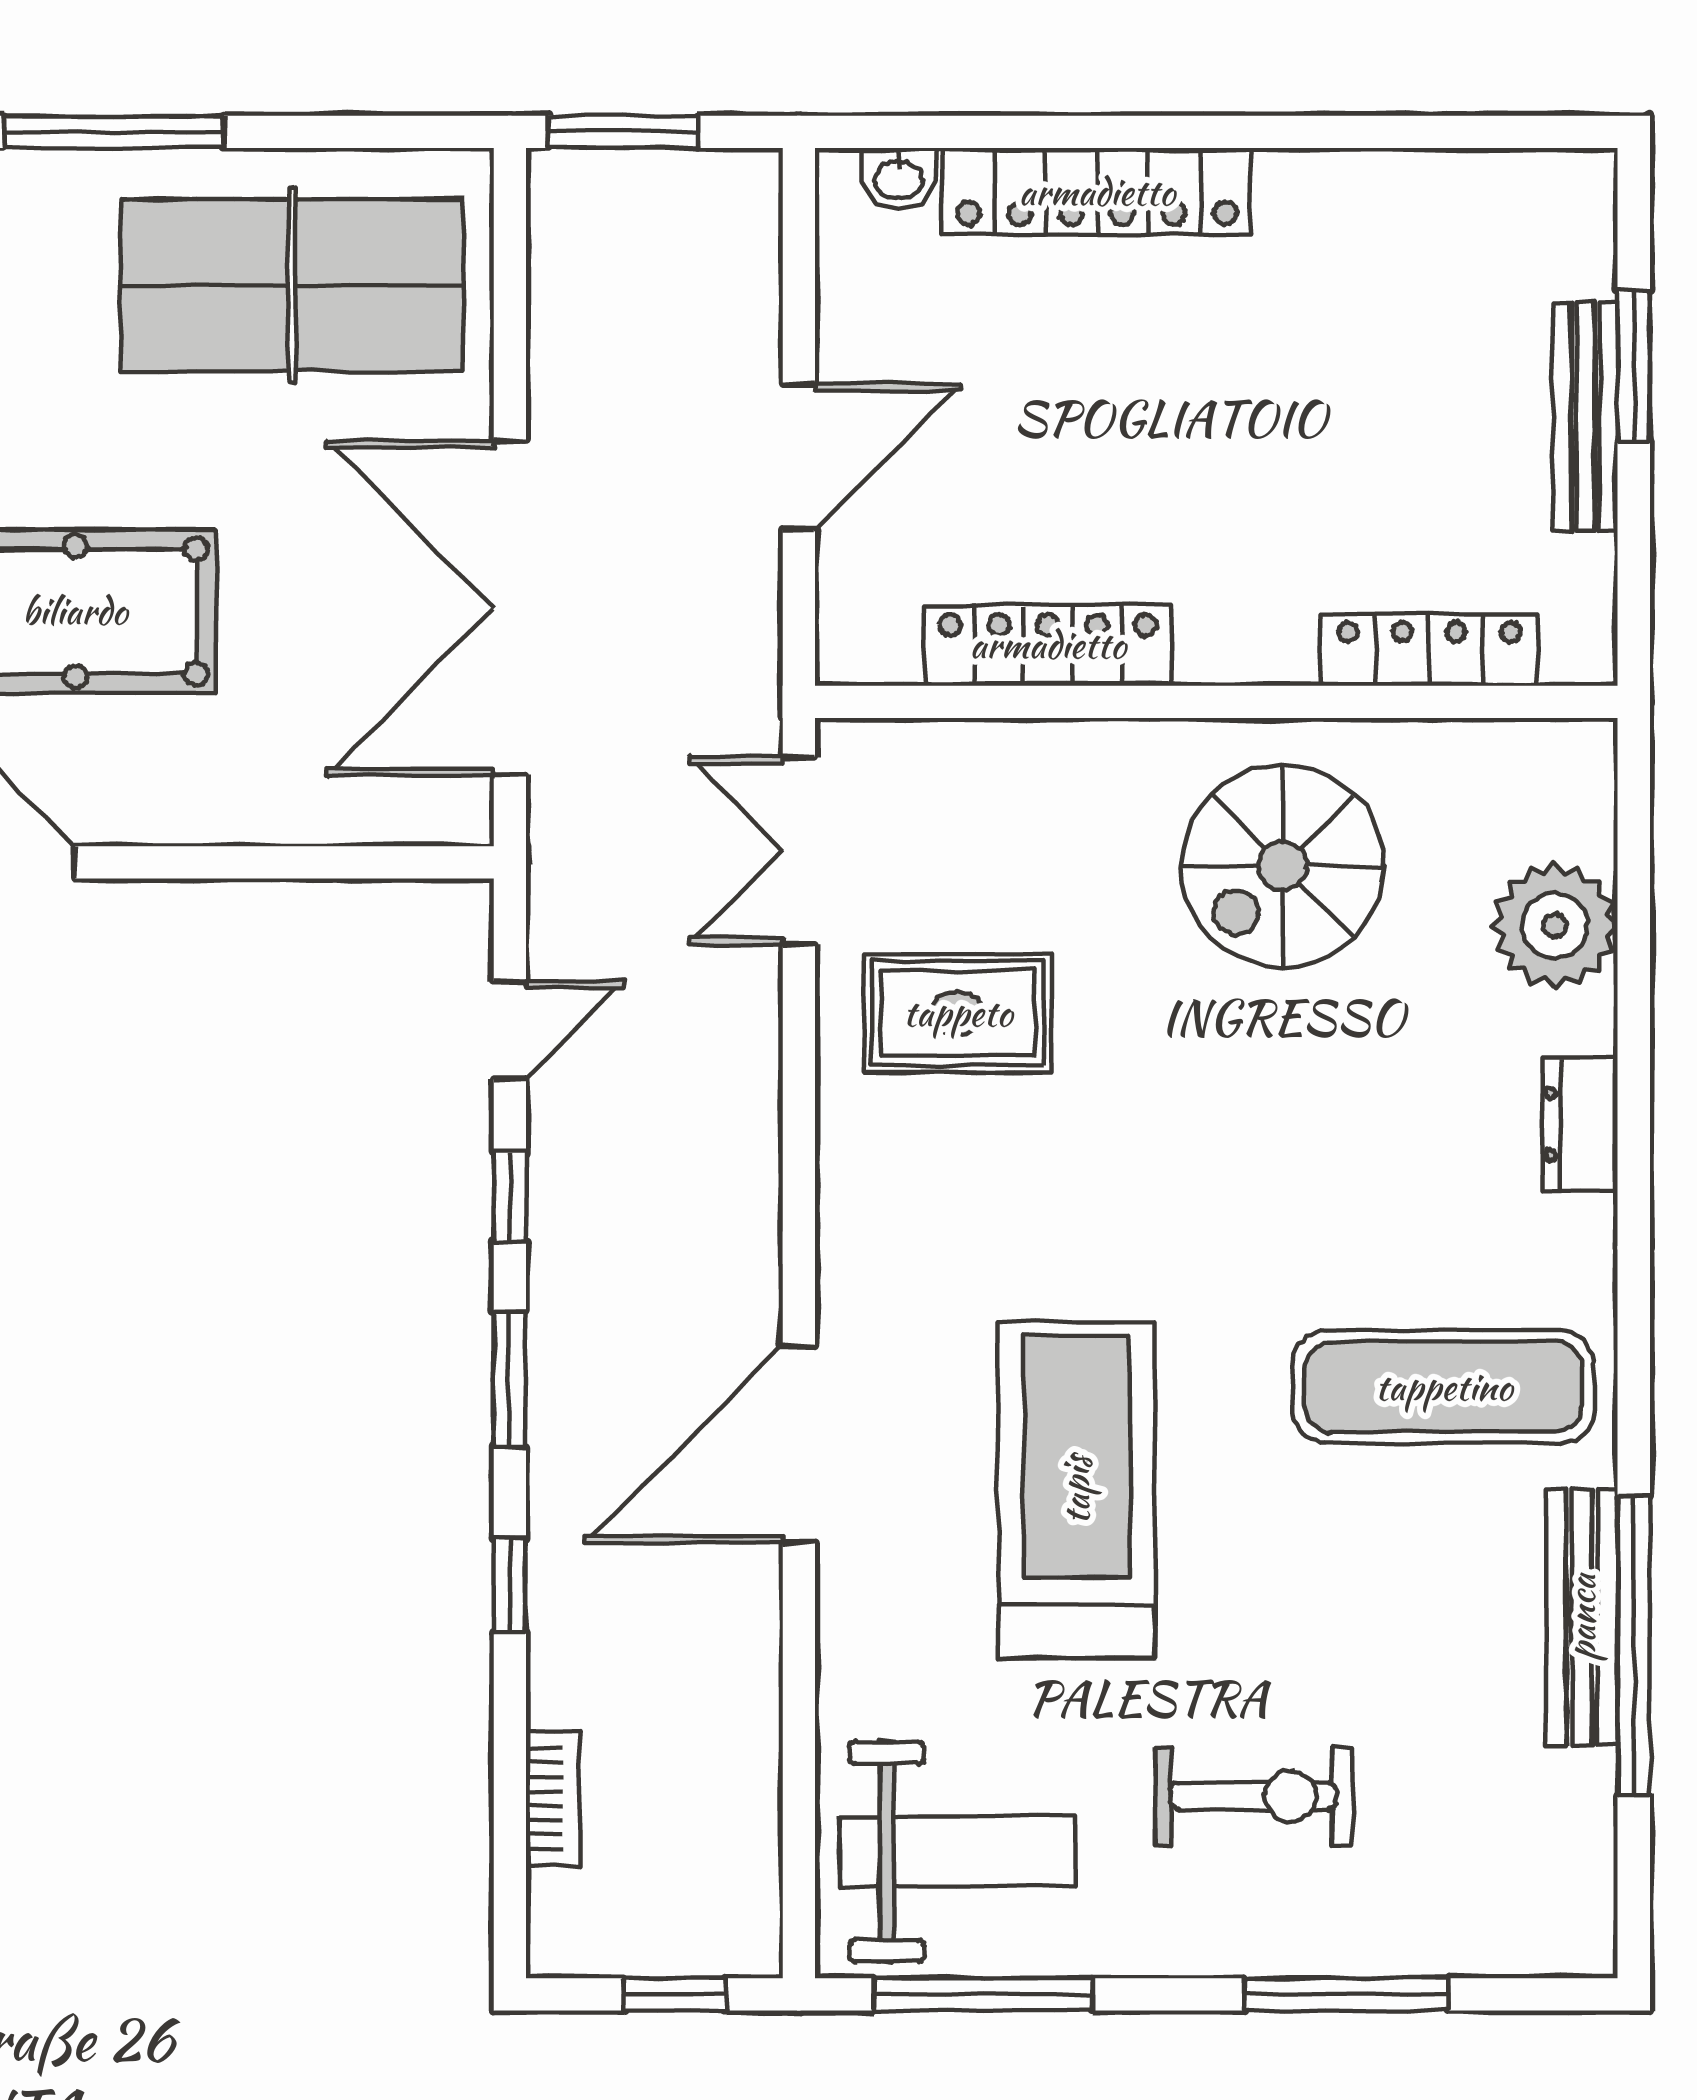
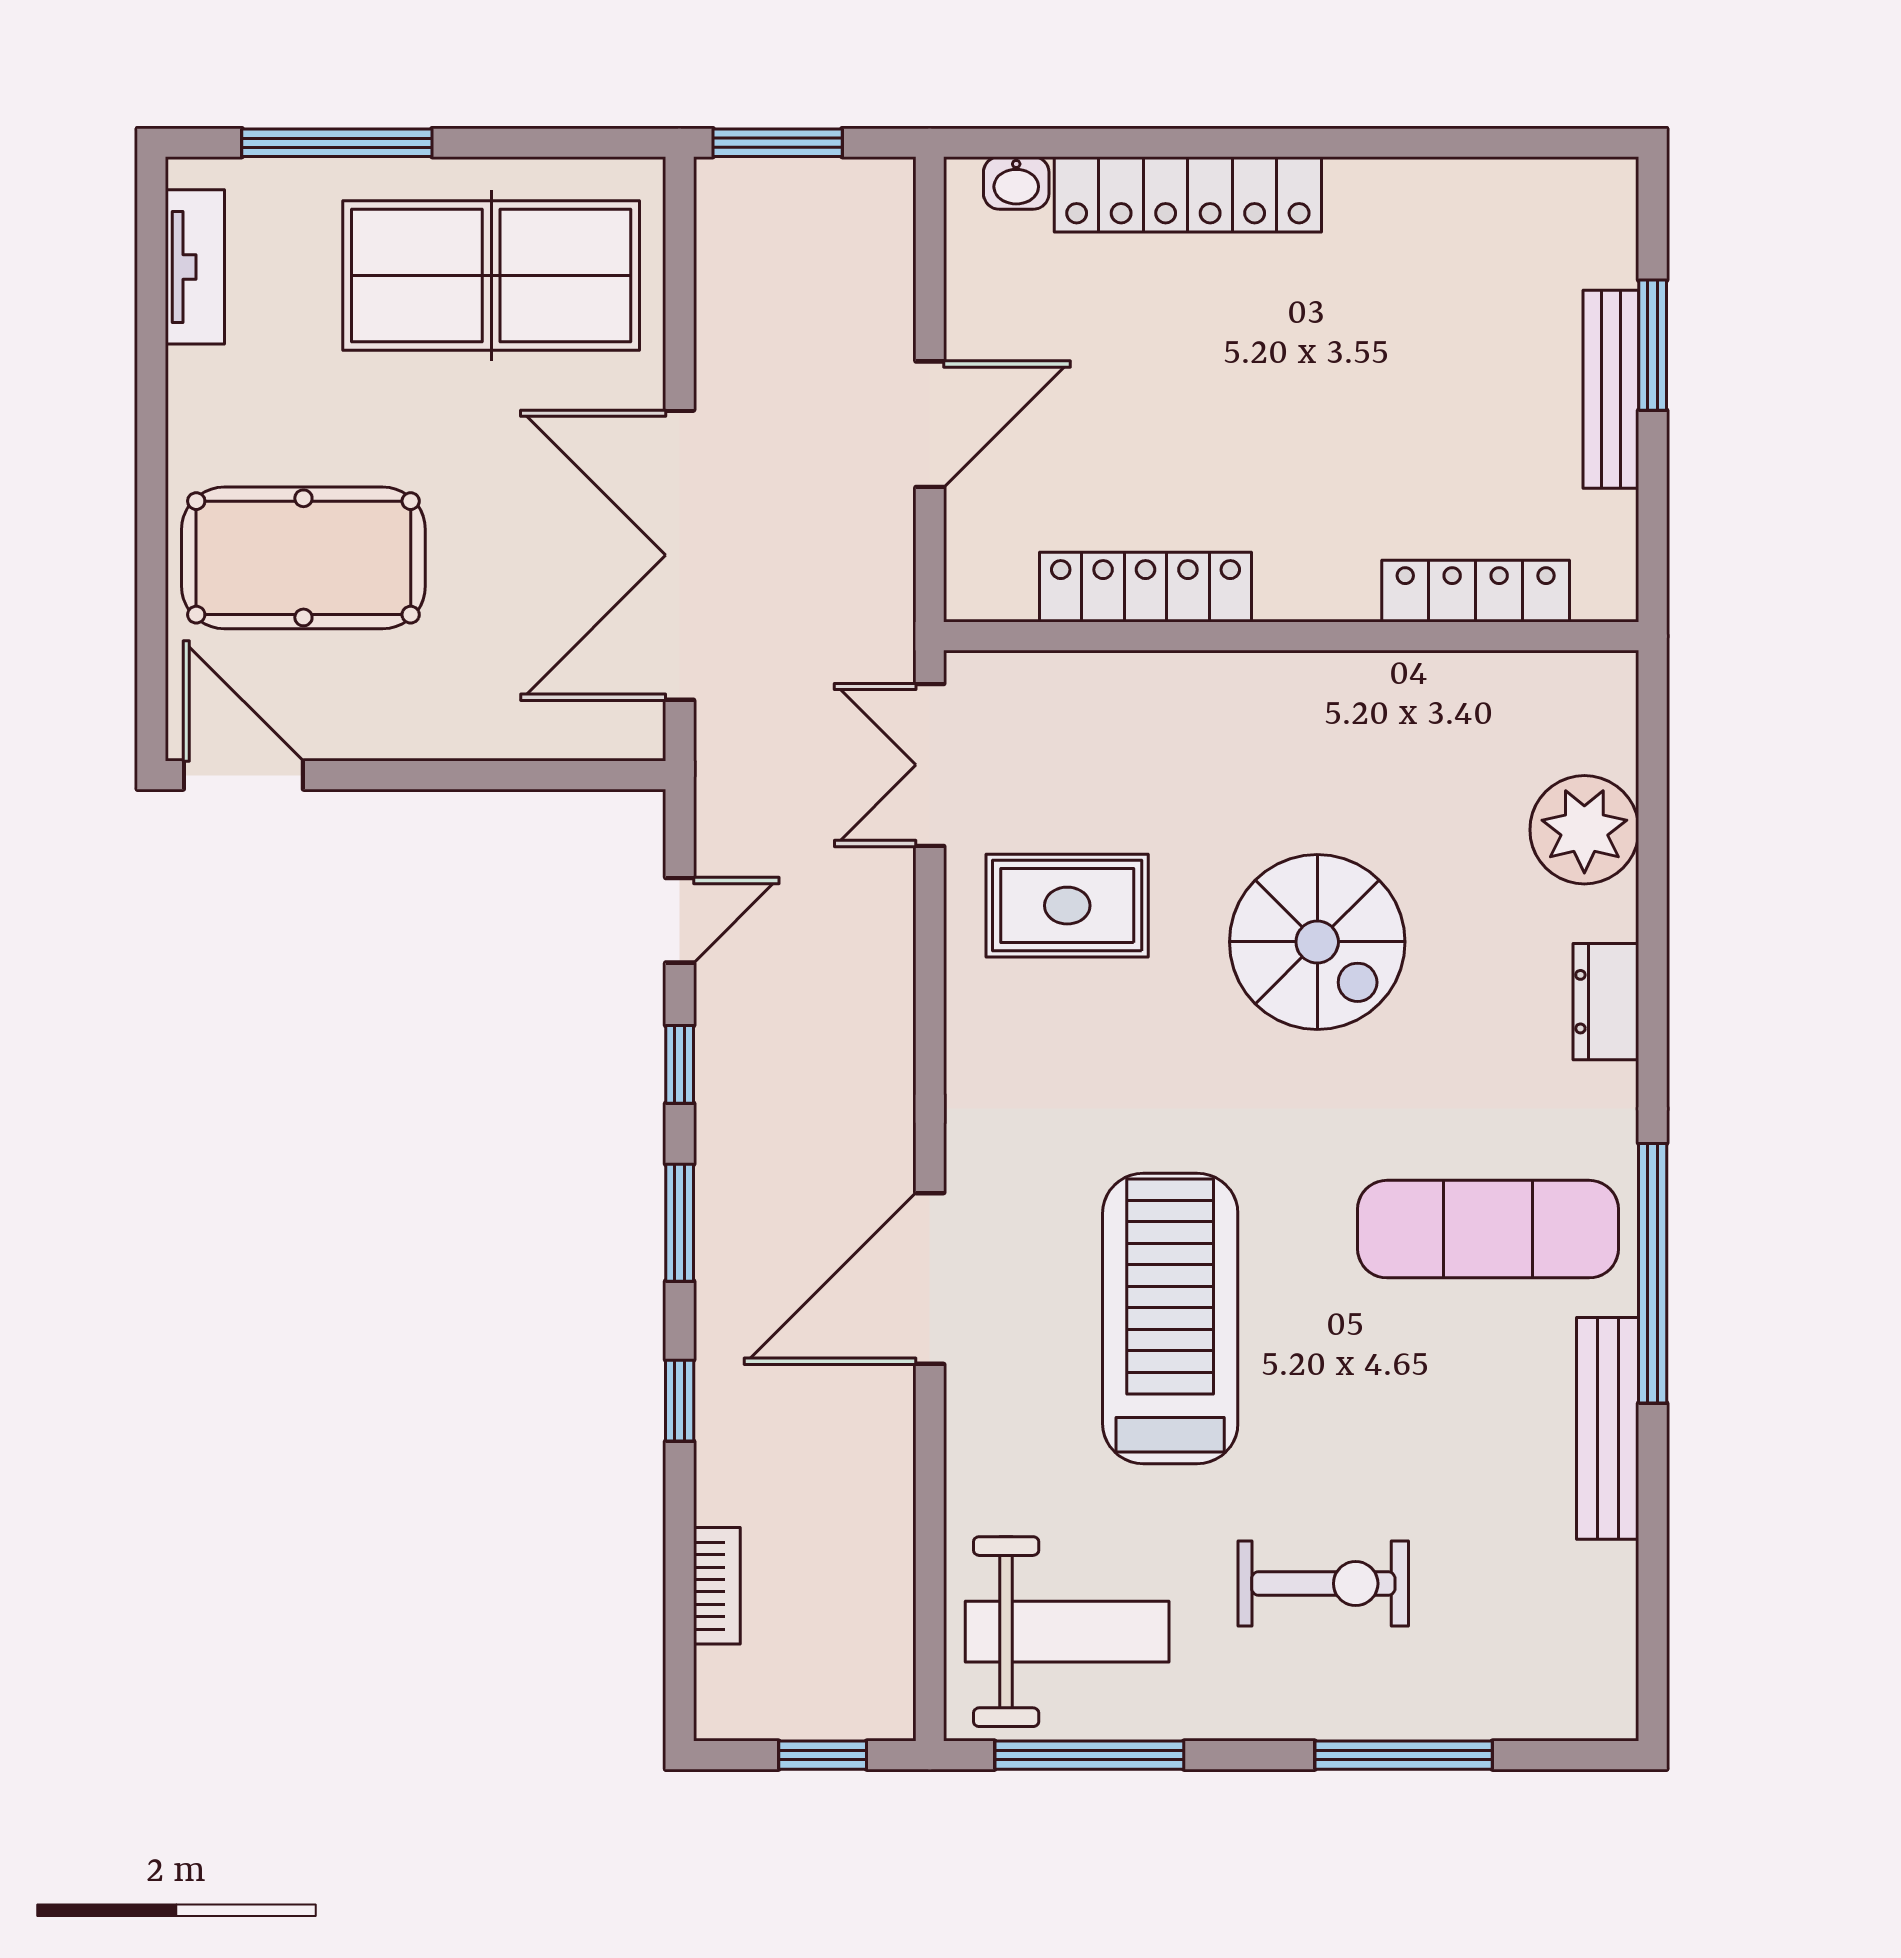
spiral stairs: (1283, 866) -> (1317, 942), moved, turned -90
window: (1634, 1646) -> (1653, 1273), moved

